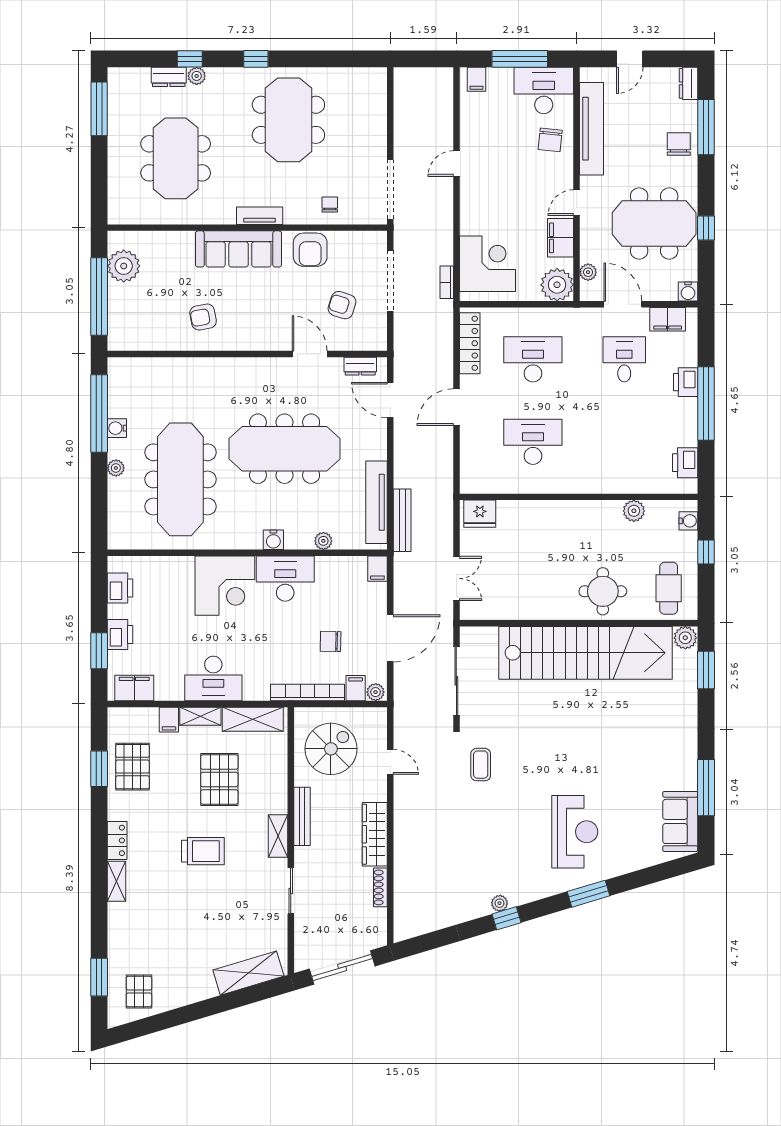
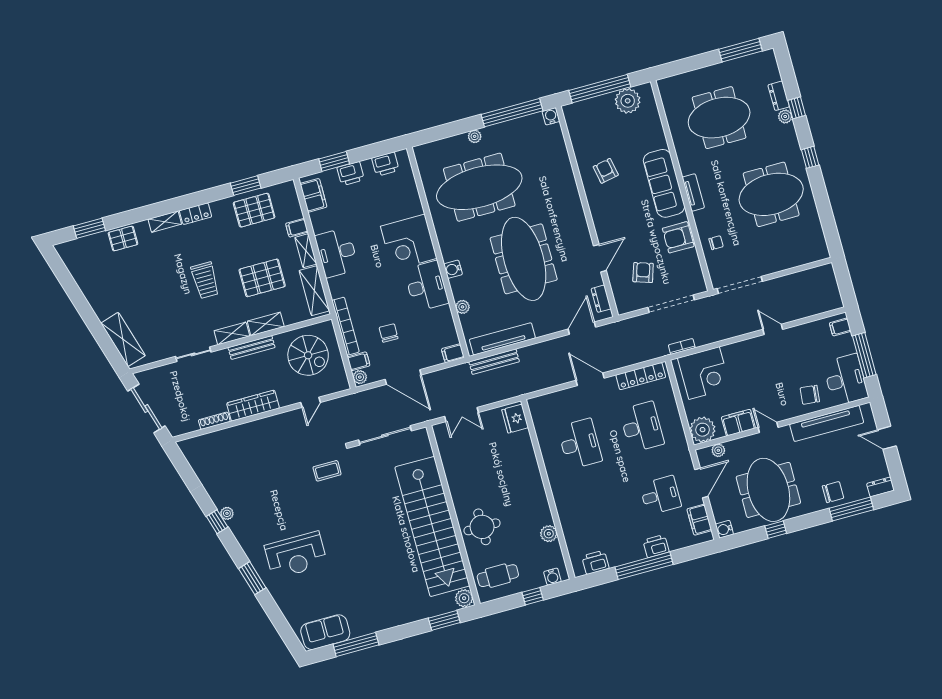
water cooler: (117, 428) -> (551, 116), moved
shelving: (278, 791) -> (266, 324), added
pallet: (139, 991) -> (123, 239), moved

